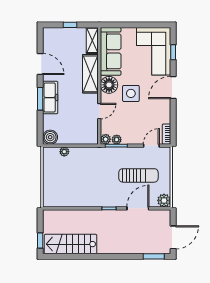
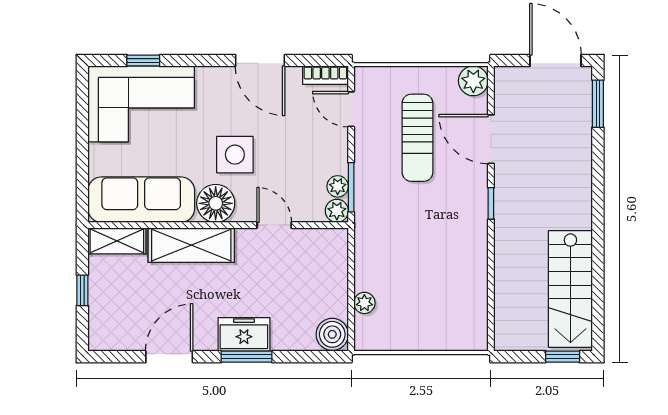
door: (173, 87) -> (260, 61), moved
freezer: (50, 98) -> (244, 334), width x0.71
sun lounger: (138, 175) -> (417, 138), turned 180

